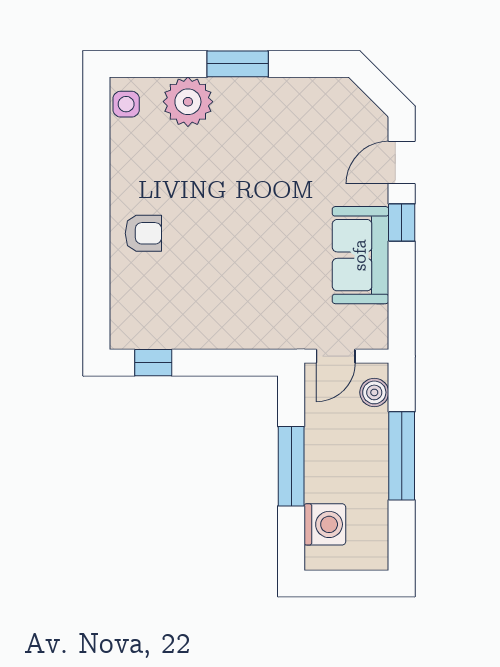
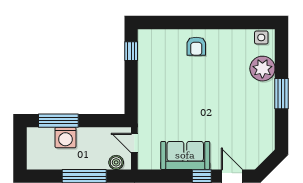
window: (291, 466) -> (58, 121), moved
washing machine: (325, 524) -> (65, 138), moved

